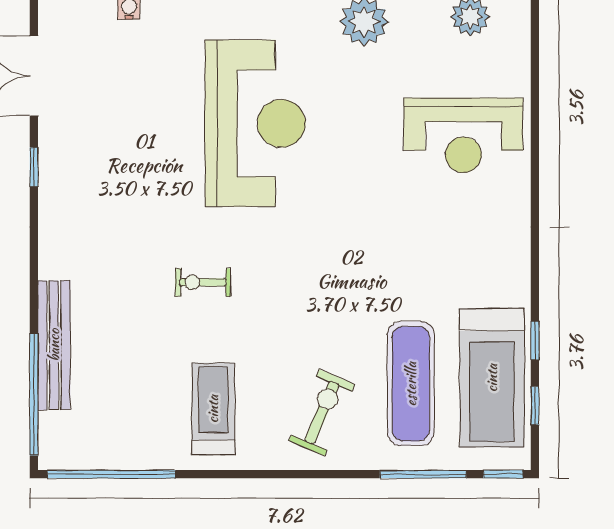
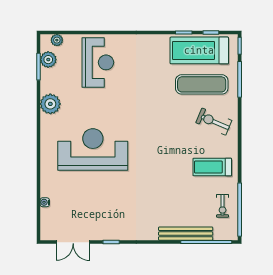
plant: (517, 37) -> (57, 40), added
exercise bike: (203, 282) -> (223, 206), moved
treadmill: (492, 378) -> (199, 50), turned 180

